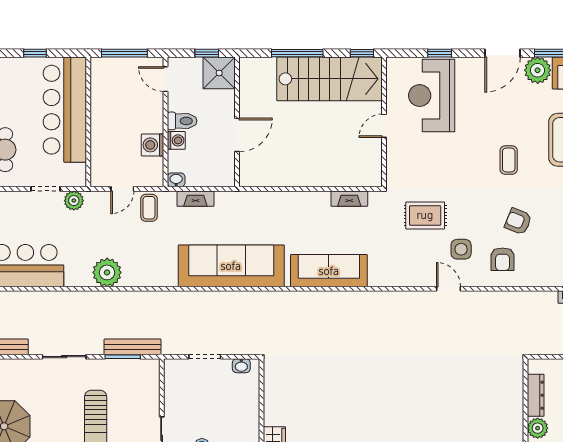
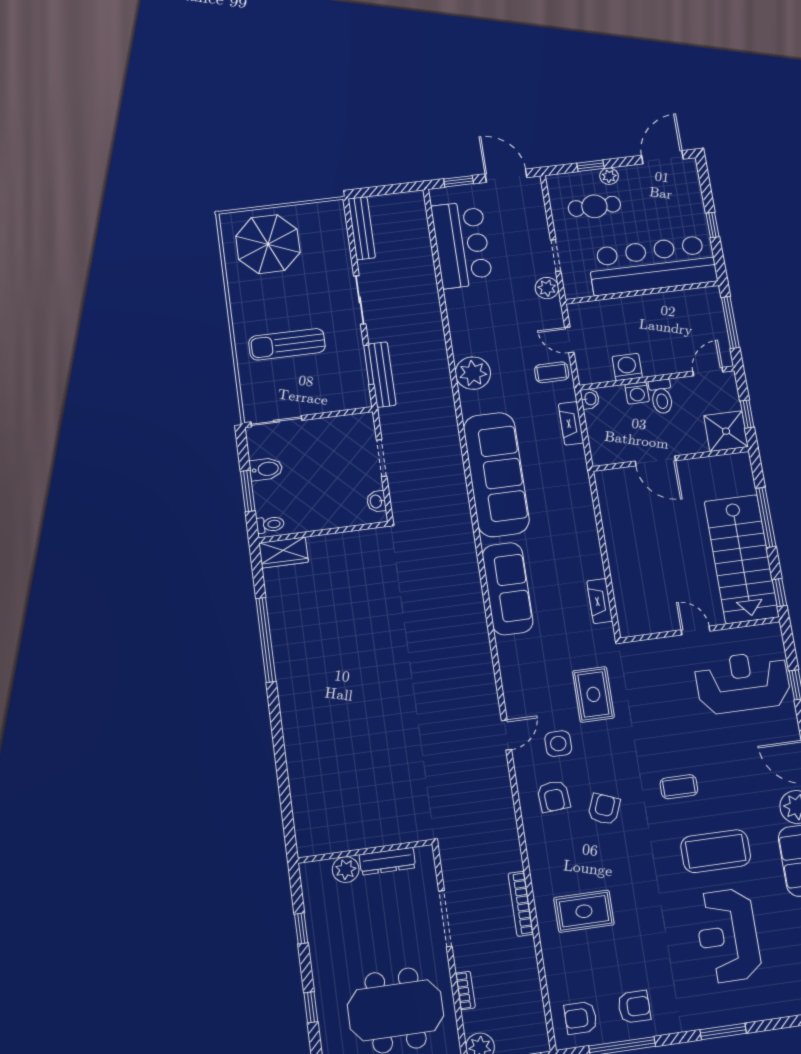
armchair: (503, 259) -> (554, 796), turned -94
plant: (107, 272) -> (473, 373), moved

